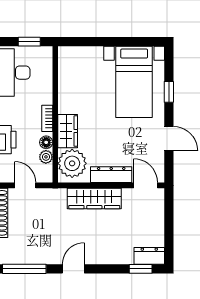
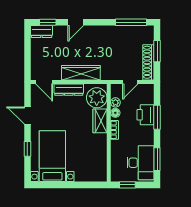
door: (25, 185) -> (130, 82), hinge flipped
door: (73, 269) -> (76, 22), moved

